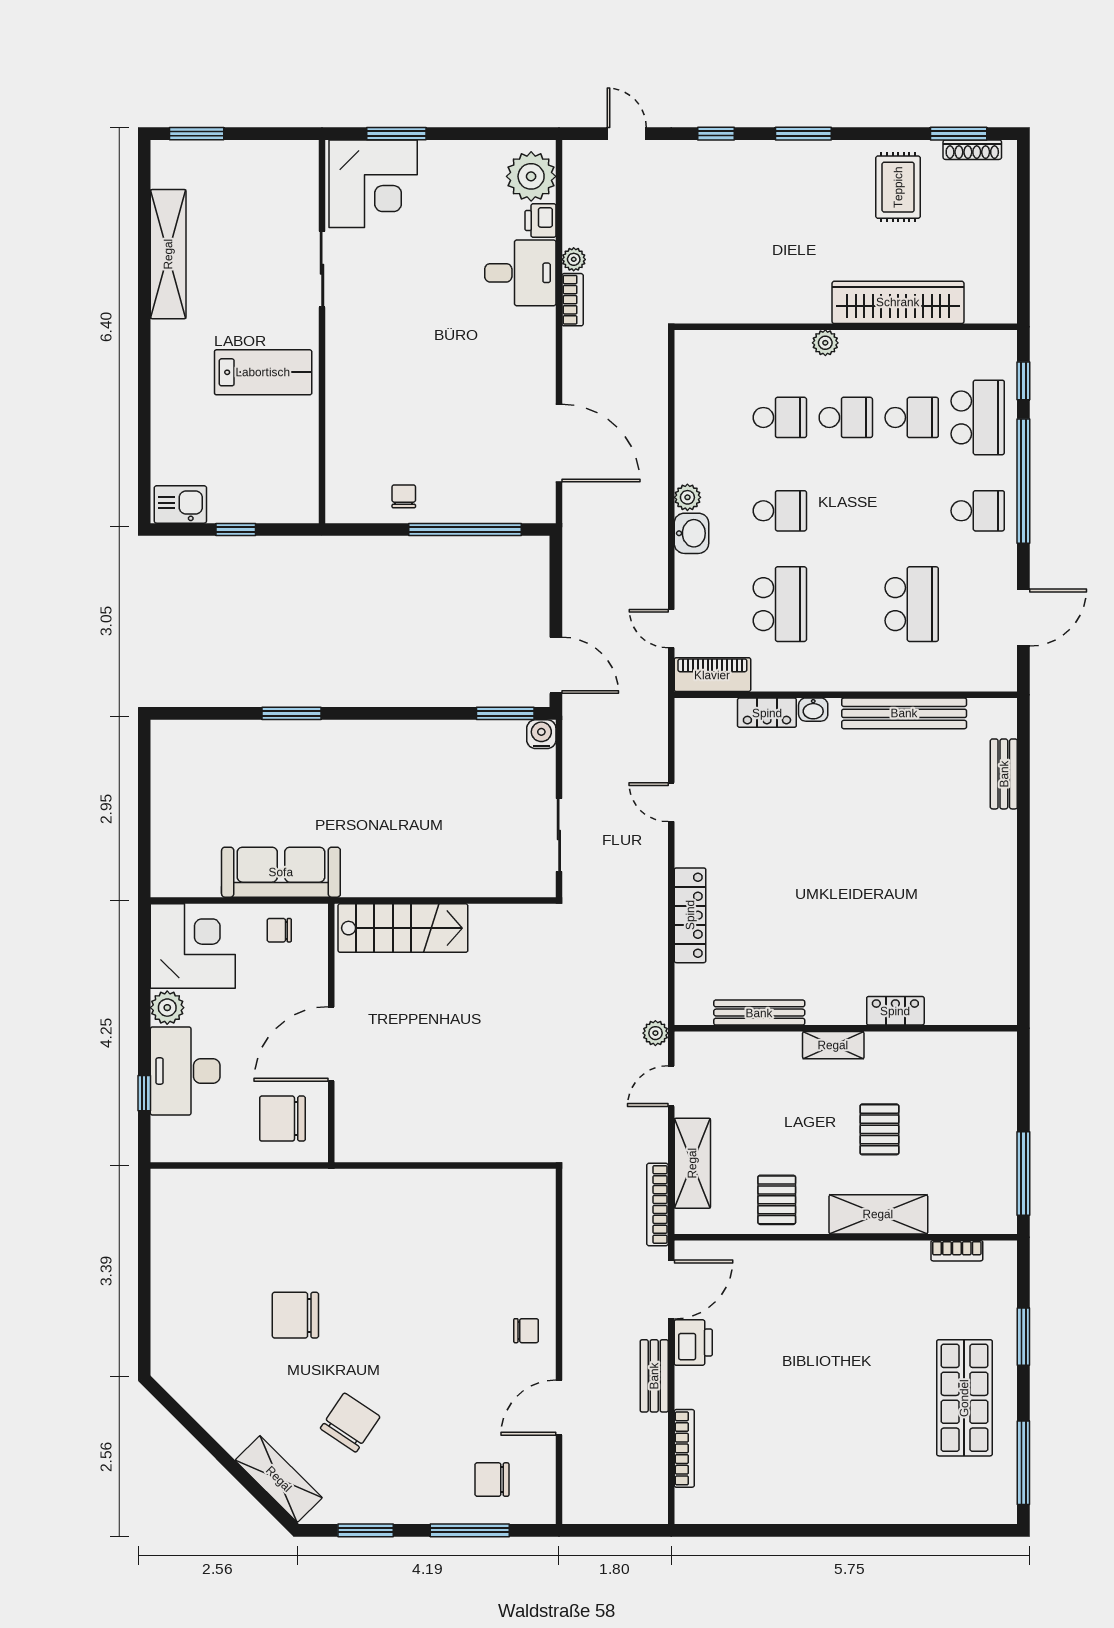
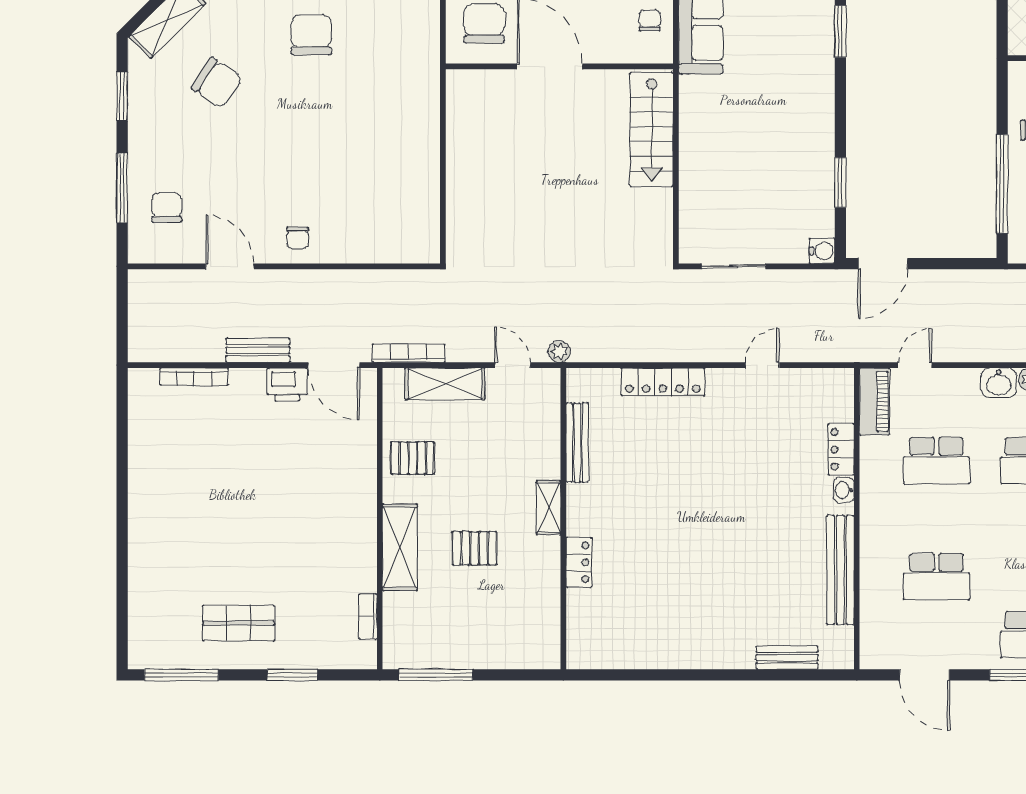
window: (505, 713) -> (840, 182), moved
shop shelf: (964, 1398) -> (239, 623), width x0.70, depth x0.74

